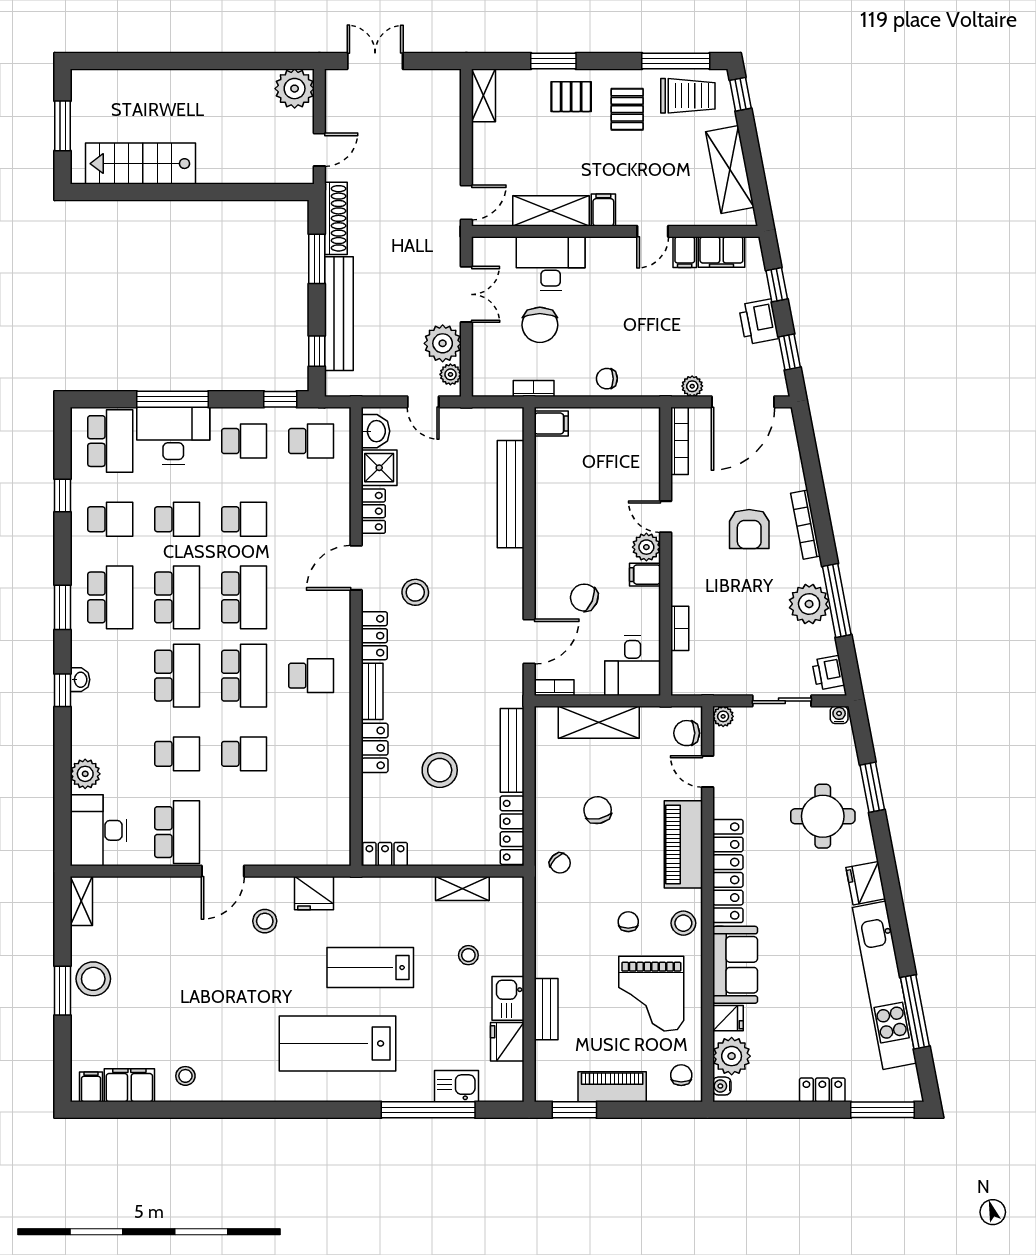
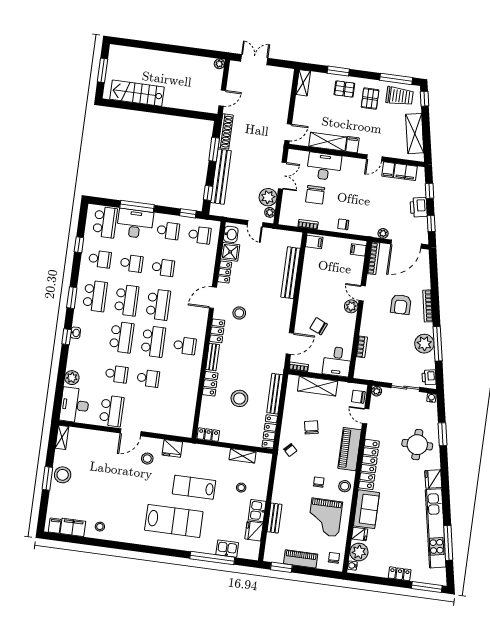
plant: (295, 89) -> (219, 64), width x0.53, depth x0.53
filing cabinet: (645, 575) -> (358, 250), moved
lab bench: (338, 1043) -> (174, 521), turned 180

